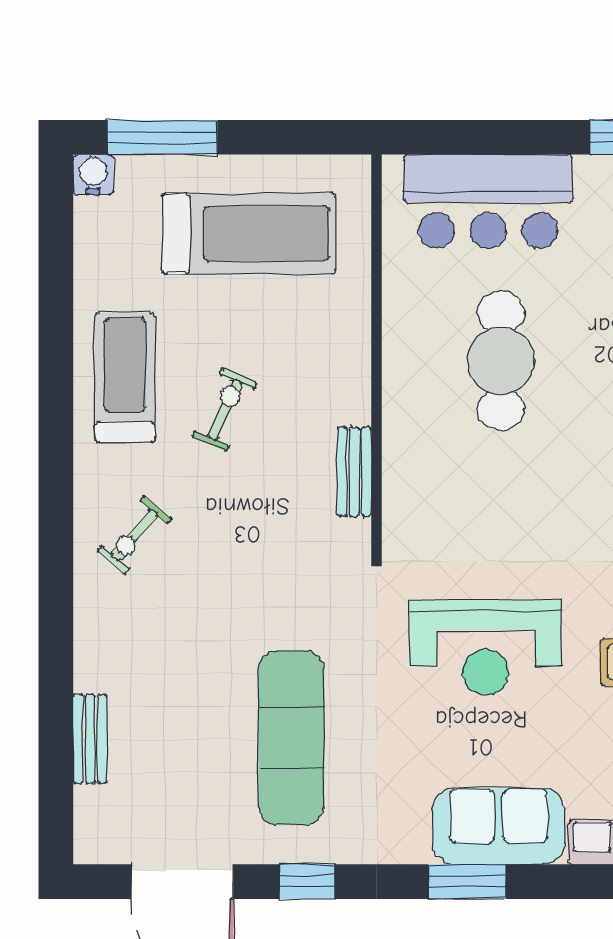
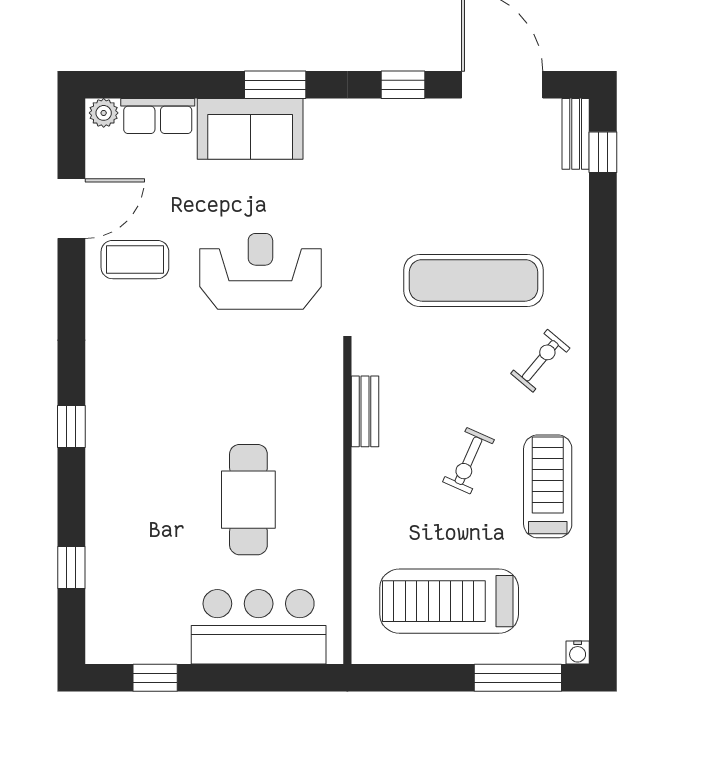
water cooler: (93, 175) -> (578, 652), width x0.72, depth x0.72
treadmill: (125, 378) -> (548, 486), turned 180
exercise mat: (291, 738) -> (474, 280), moved, turned 90
bench: (90, 739) -> (576, 134), moved
window: (56, 797) -> (603, 152), added

